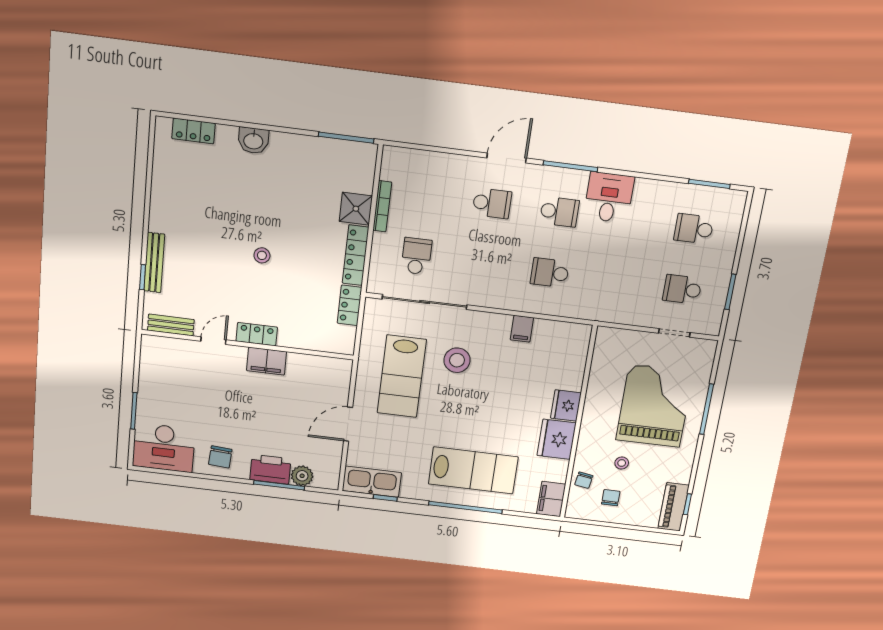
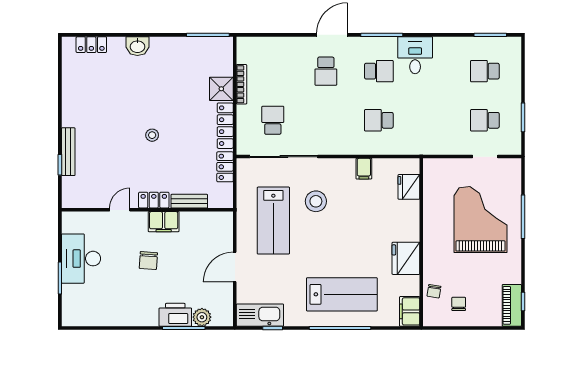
school desk: (492, 203) -> (326, 71), turned 90
bench: (171, 325) -> (189, 201), moved
fridge: (566, 405) -> (409, 187), moved
desk: (164, 448) -> (81, 259), moved, turned 90
chair: (220, 457) -> (148, 261), moved
stool: (622, 463) -> (462, 272), removed

